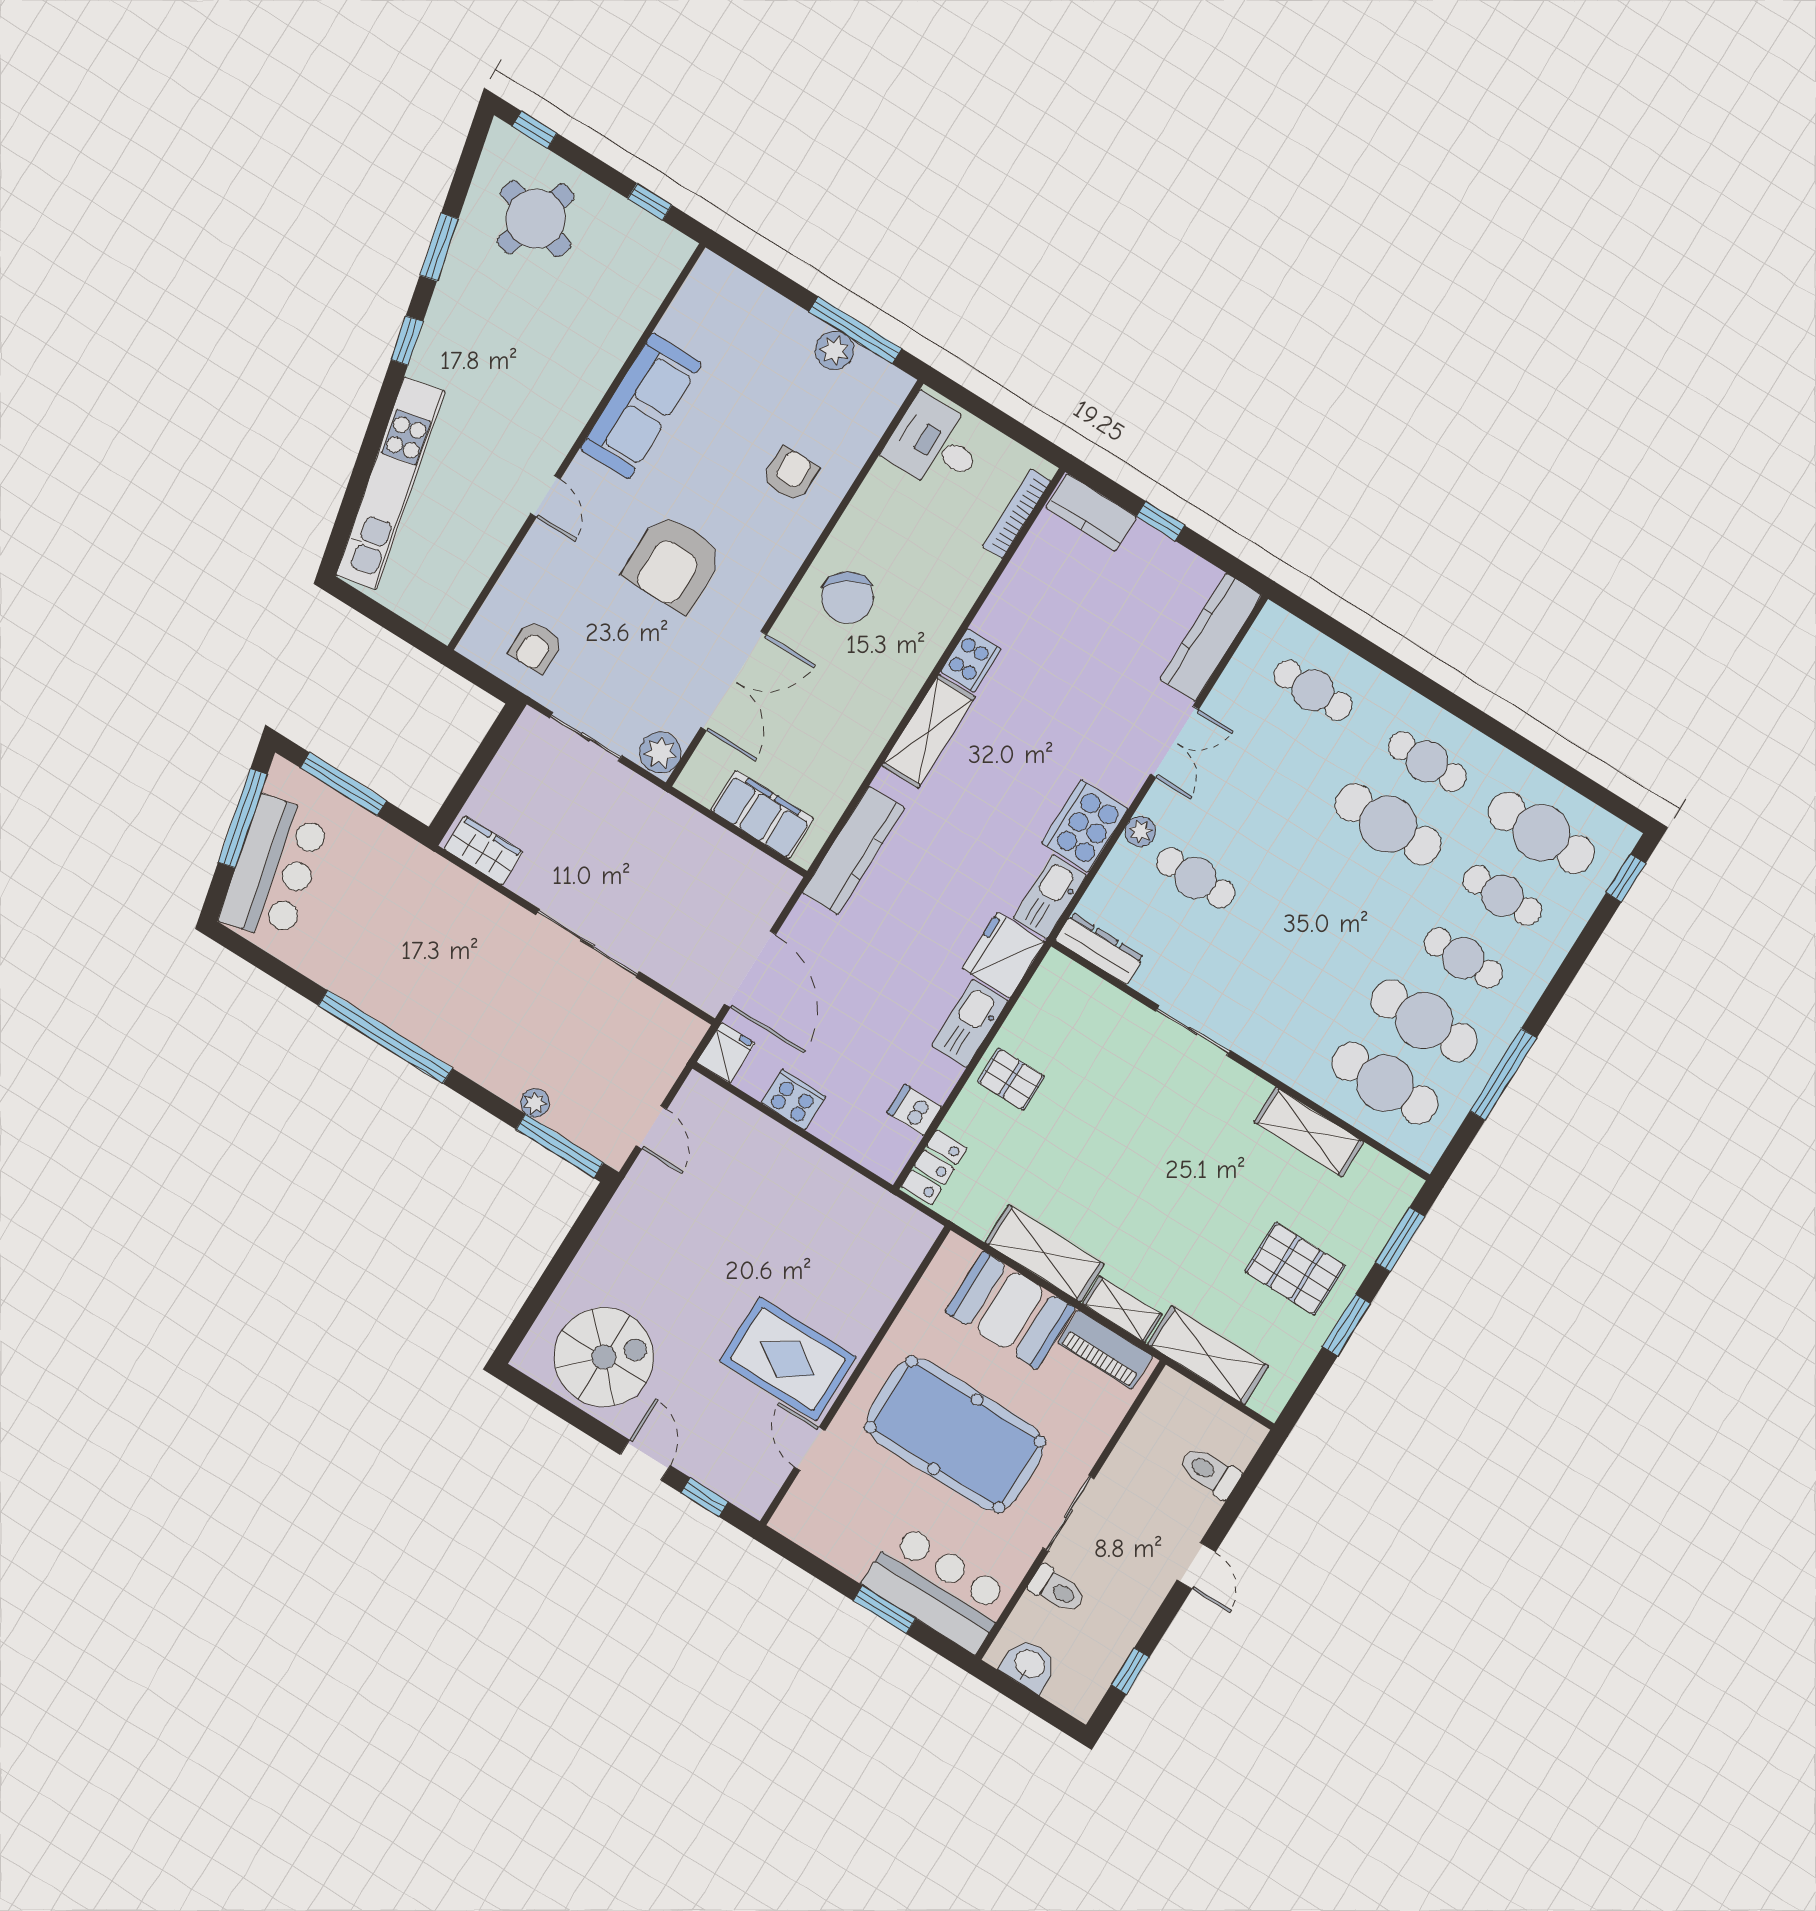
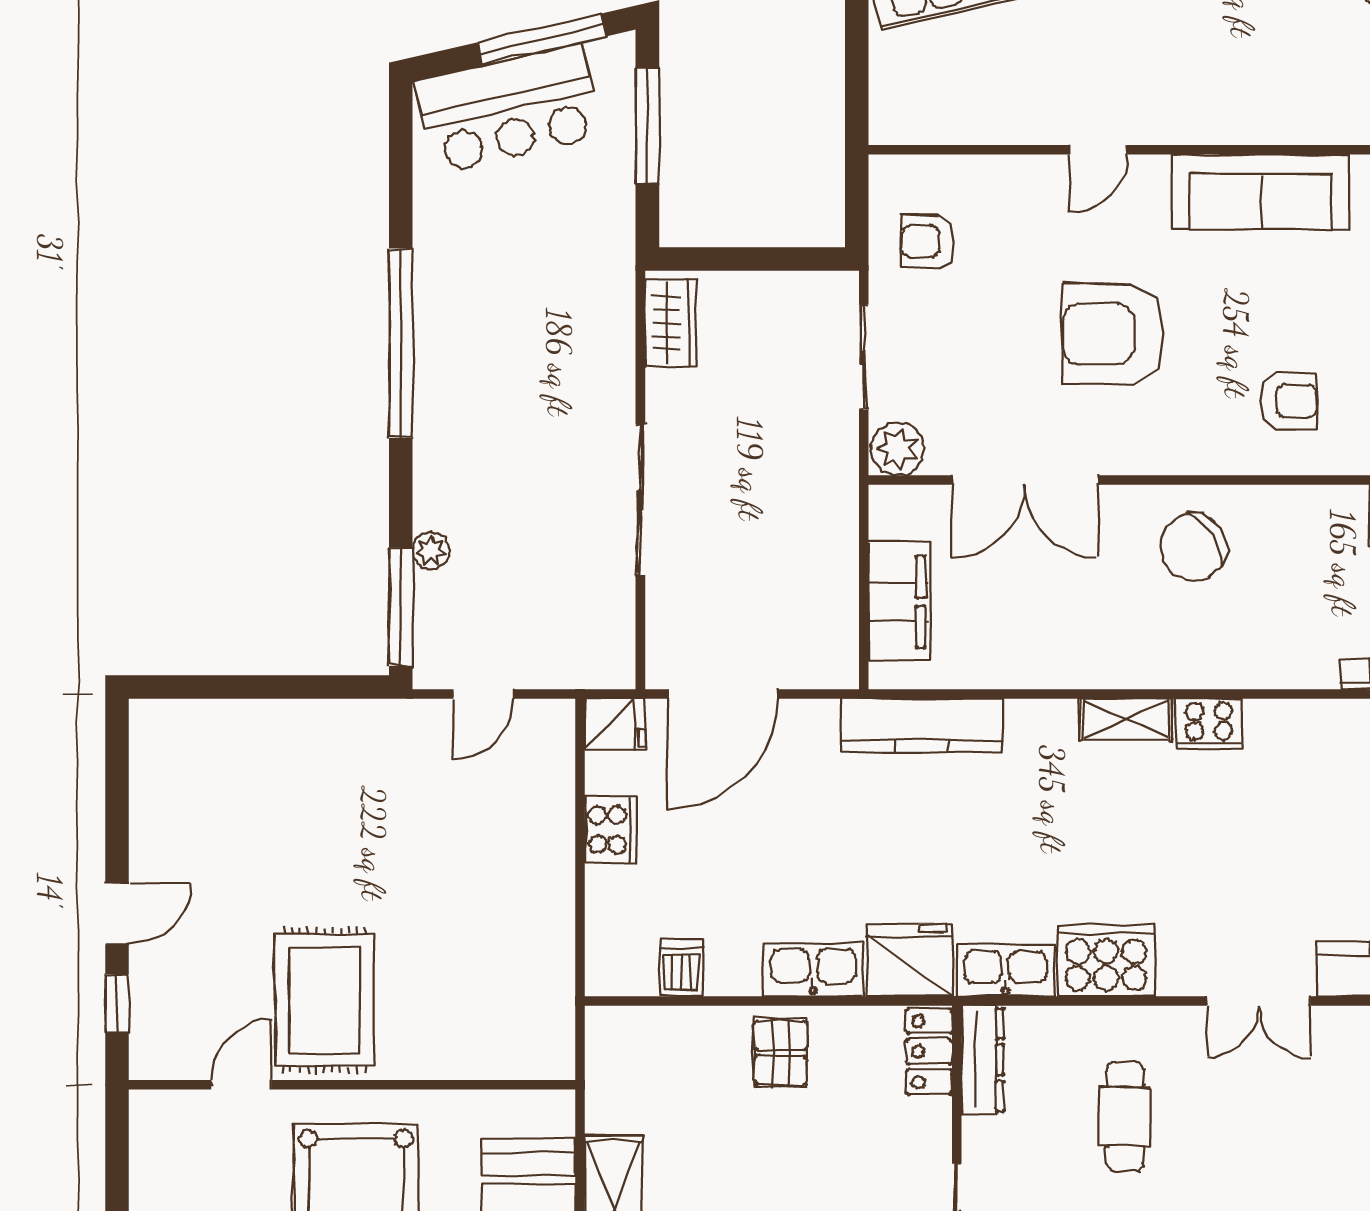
shelving: (929, 731) -> (1126, 719), width x0.67, depth x0.75
plant: (1140, 832) -> (1138, 1025), removed
locker: (934, 1167) -> (929, 1052), moved, turned 90
spiral stairs: (604, 1357) -> (201, 799), removed

